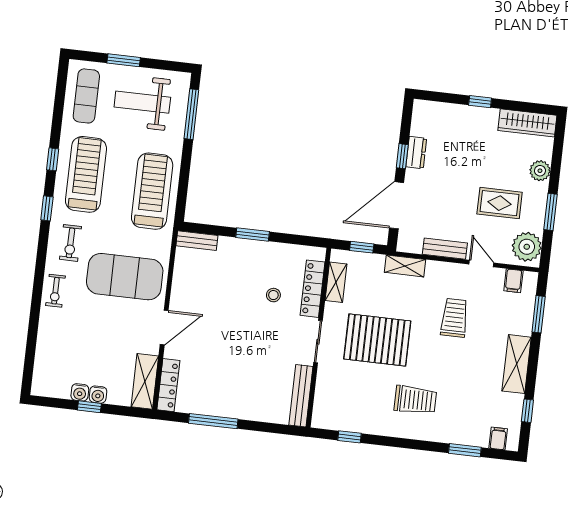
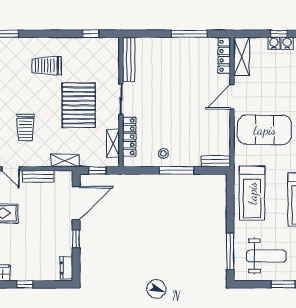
dresser: (416, 153) -> (66, 268), moved
window: (253, 235) -> (177, 170), width x1.44
stool: (273, 295) -> (163, 154), moved
pallet: (377, 340) -> (79, 105), turned 90

